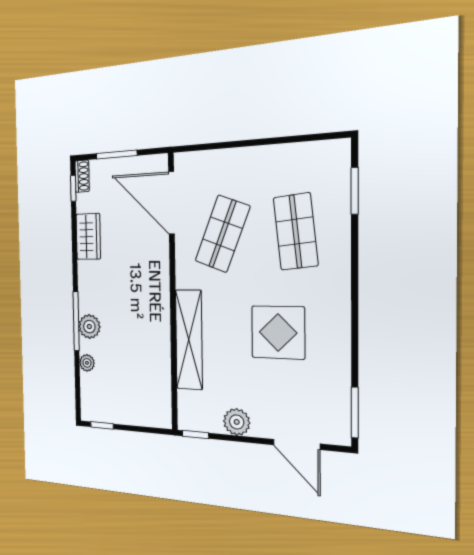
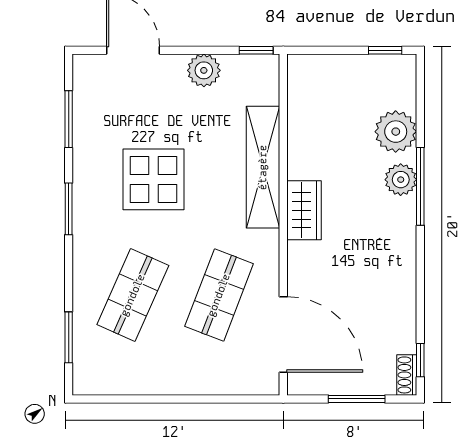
shop shelf: (296, 232) -> (133, 295), turned 30
wardrobe: (88, 236) -> (304, 210), moved, turned 180
window: (355, 308) -> (69, 209), added
plant: (87, 363) -> (396, 132), width x1.87, depth x1.87
window: (355, 413) -> (69, 119), moved

